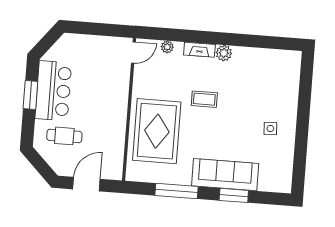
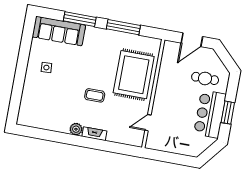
plant: (167, 47) -> (119, 138), removed
door: (133, 53) -> (148, 123), moved
sofa: (225, 175) -> (59, 31), moved
window: (234, 195) -> (80, 19), width x1.44

